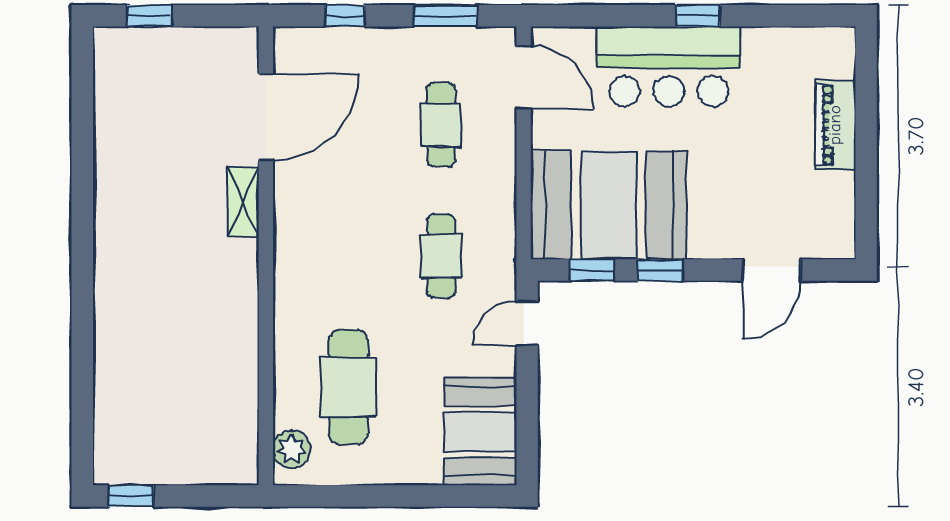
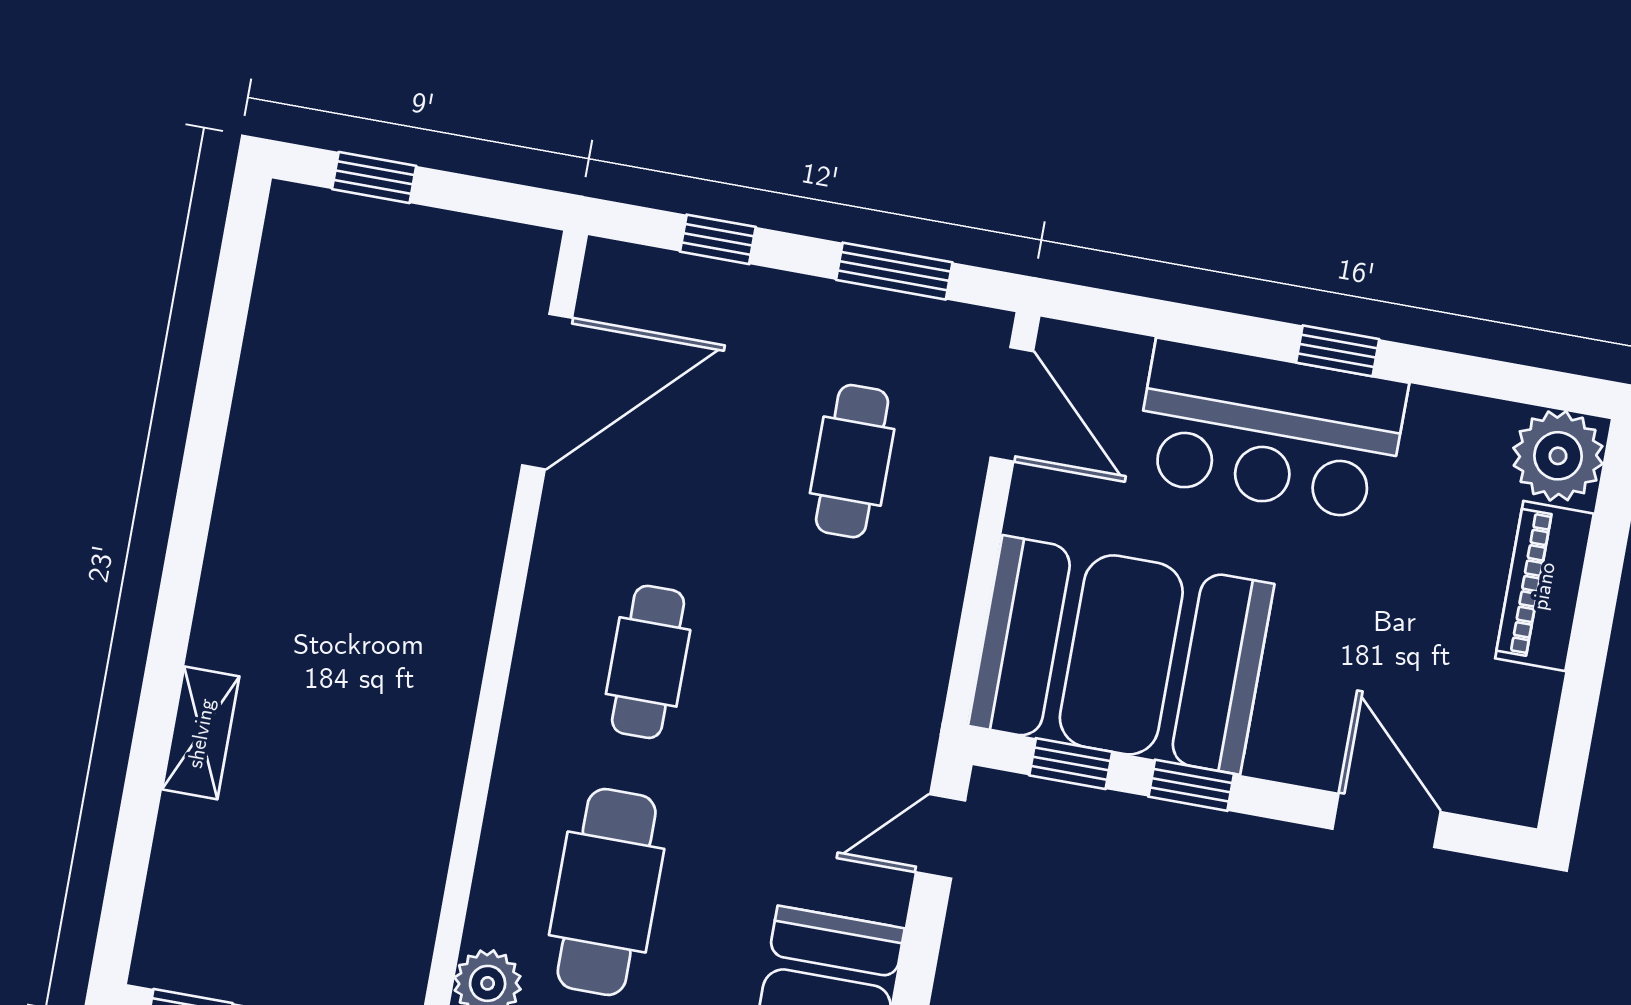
plant: (830, 52) -> (1558, 456), added
shelving: (243, 202) -> (201, 733), moved
cafe table: (441, 256) -> (648, 662), moved
door: (772, 270) -> (1386, 820), swing flipped

